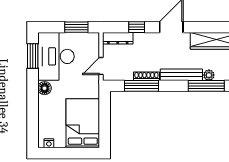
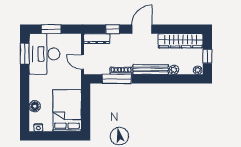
window: (76, 27) -> (51, 29), moved
door: (101, 66) -> (82, 62), hinge flipped
window: (206, 86) -> (172, 79), removed
floor lamp: (45, 88) -> (35, 106), moved

